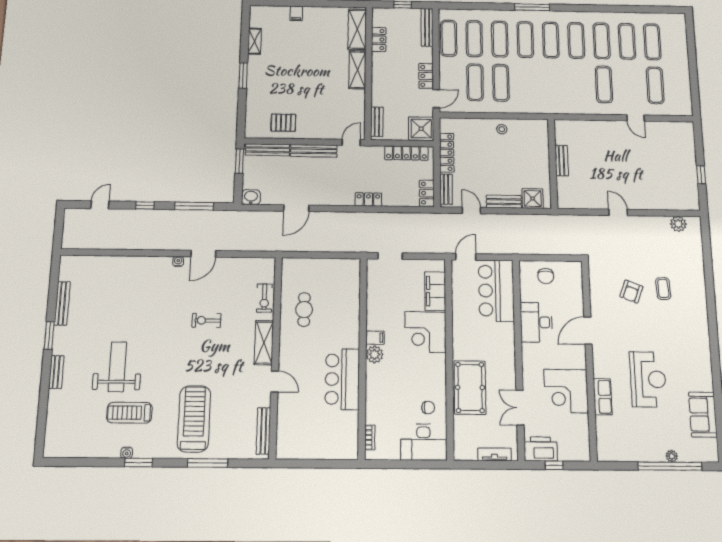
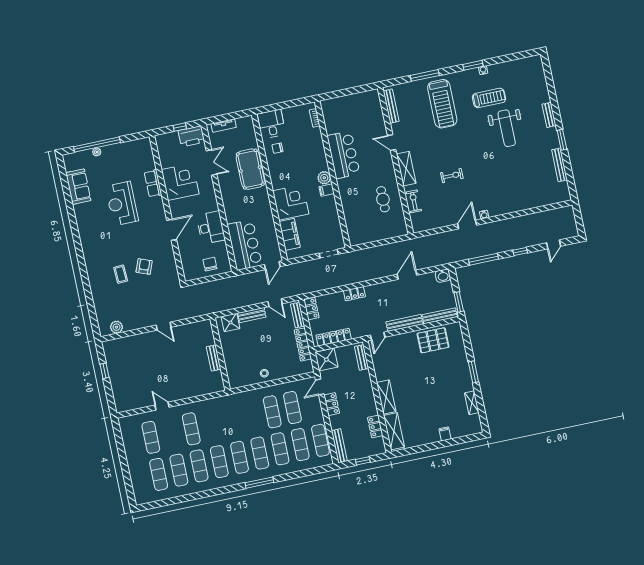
pallet: (283, 123) -> (433, 340), width x1.50, depth x1.42
desk: (423, 442) -> (271, 124), width x0.73

